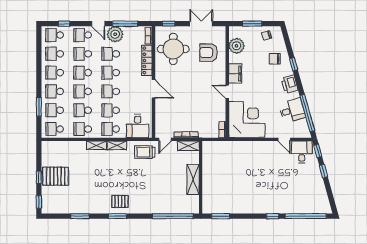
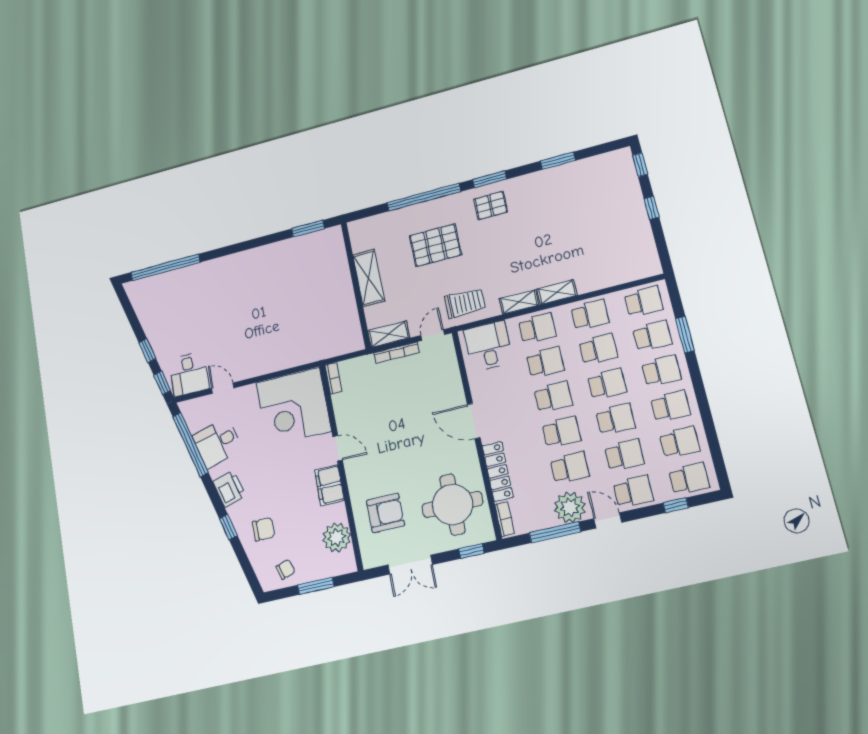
pallet: (56, 176) -> (435, 245), moved
window: (173, 216) -> (424, 197), moved
window: (273, 216) -> (220, 252), removed

